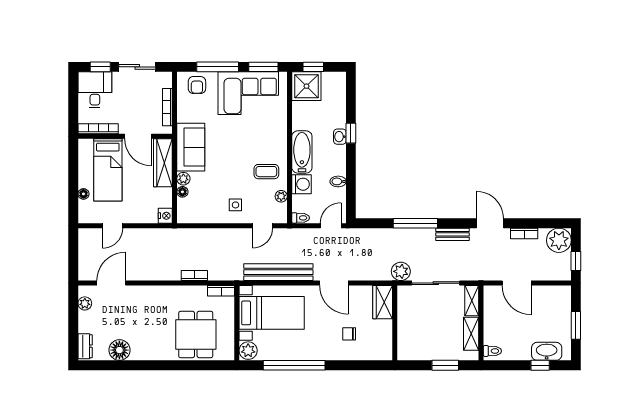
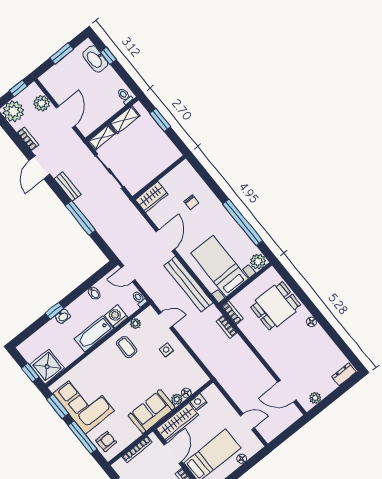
nightstand: (165, 216) -> (198, 402), moved
plant: (401, 271) -> (42, 103), moved
bookcase: (194, 276) -> (227, 327), moved
floor lamp: (119, 350) -> (311, 322), moved, width x0.53, depth x0.53

